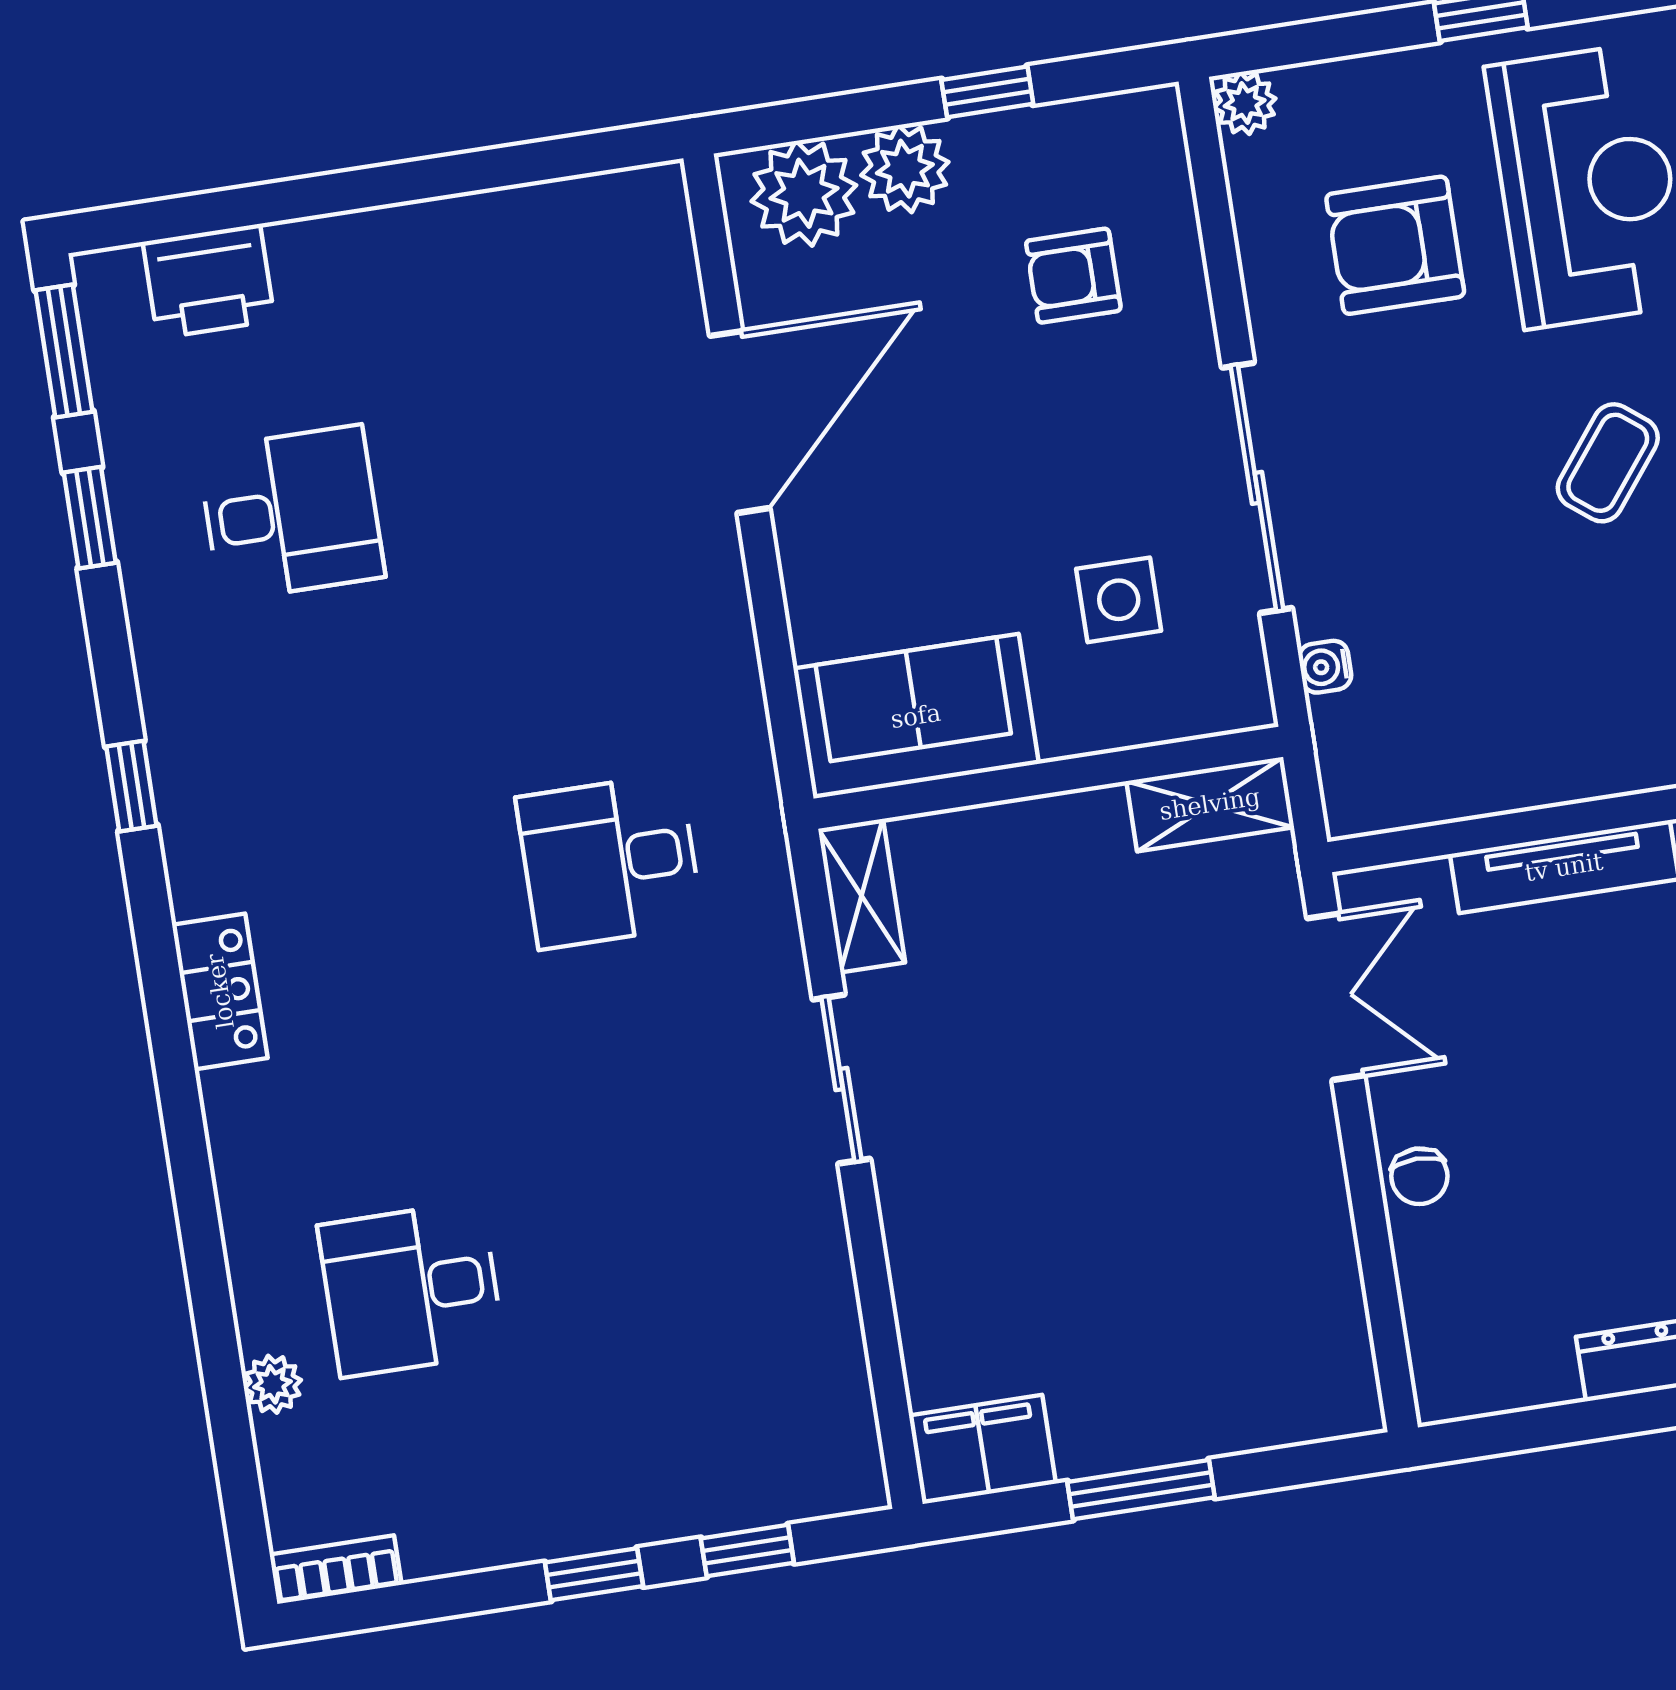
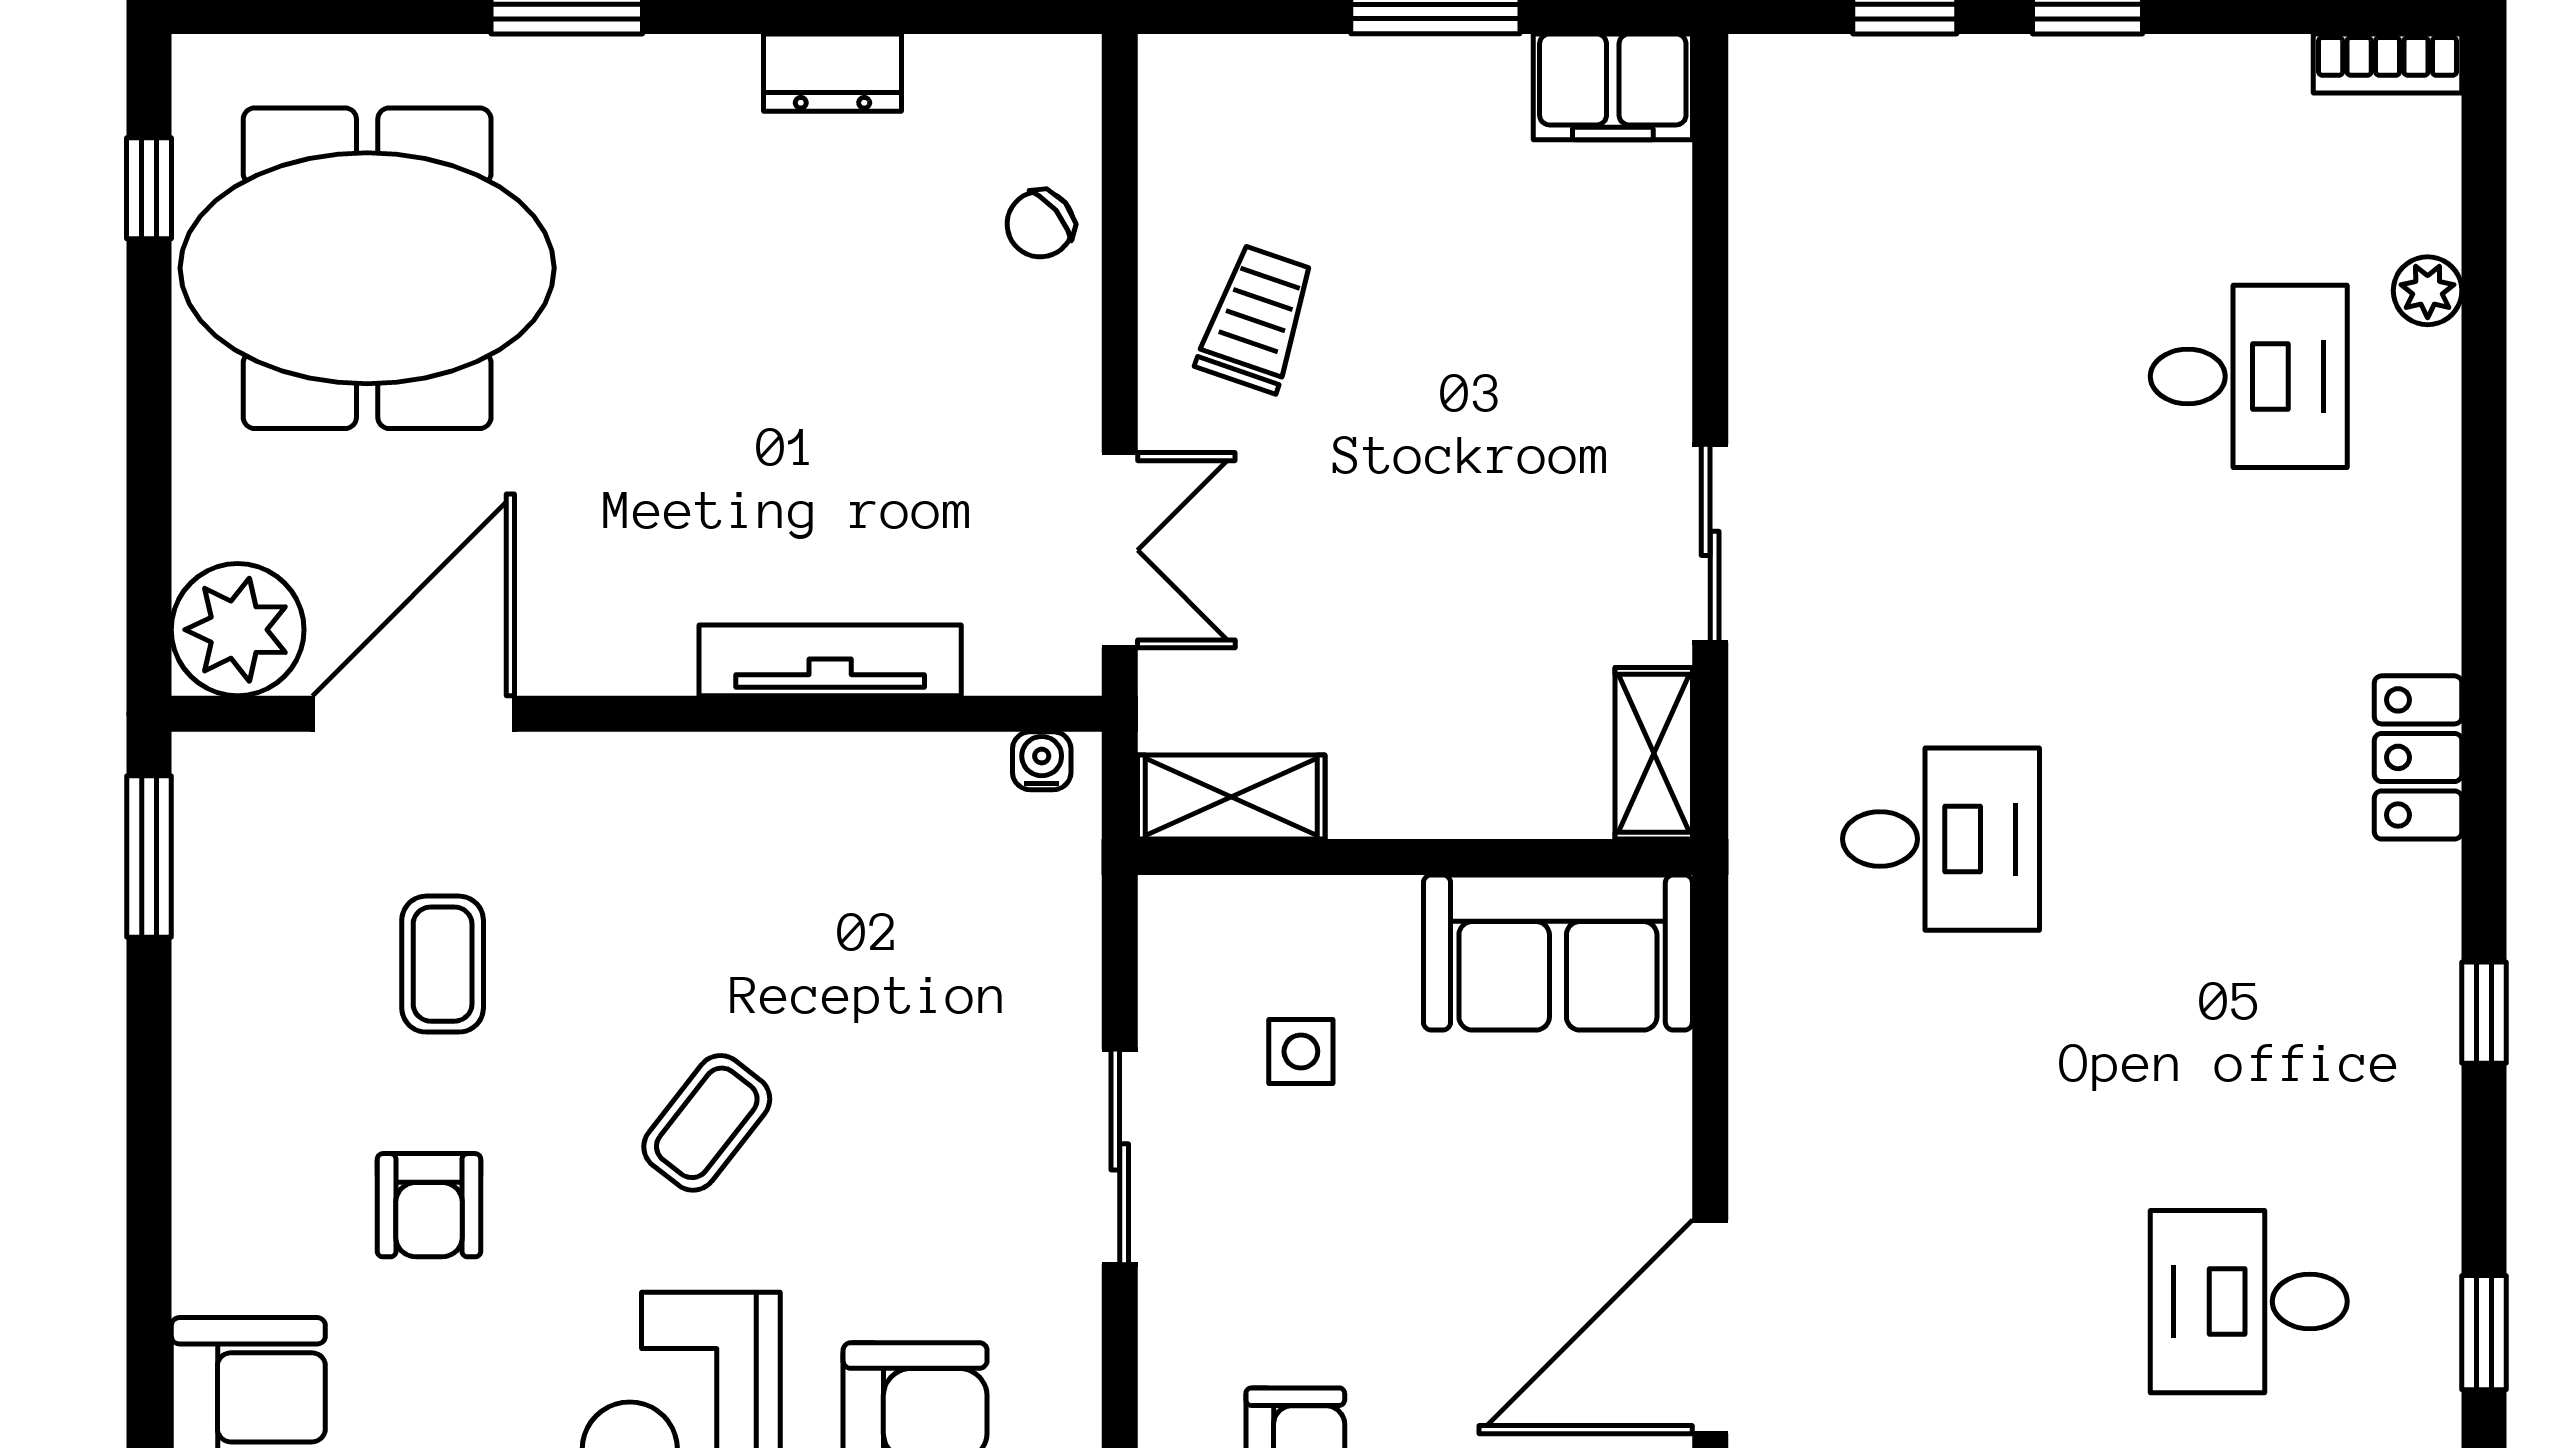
sliding door: (1257, 488) -> (1120, 1157), width x0.73
side table: (1119, 600) -> (1301, 1051), width x0.73, depth x0.73
water cooler: (1325, 667) -> (1042, 761), moved, turned -90
double door: (1336, 997) -> (1120, 550), swing flipped
chair: (1419, 1176) -> (1040, 224), moved, turned -130
trolley: (1251, 1209) -> (1256, 319), added

